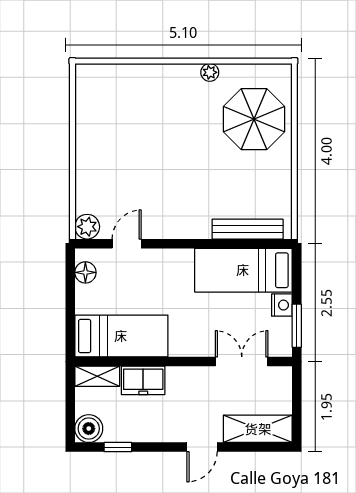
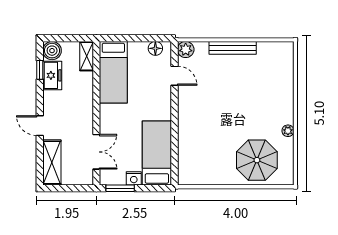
bench: (248, 229) -> (233, 48), moved, turned 90
freezer: (143, 380) -> (52, 75), moved, turned 180

